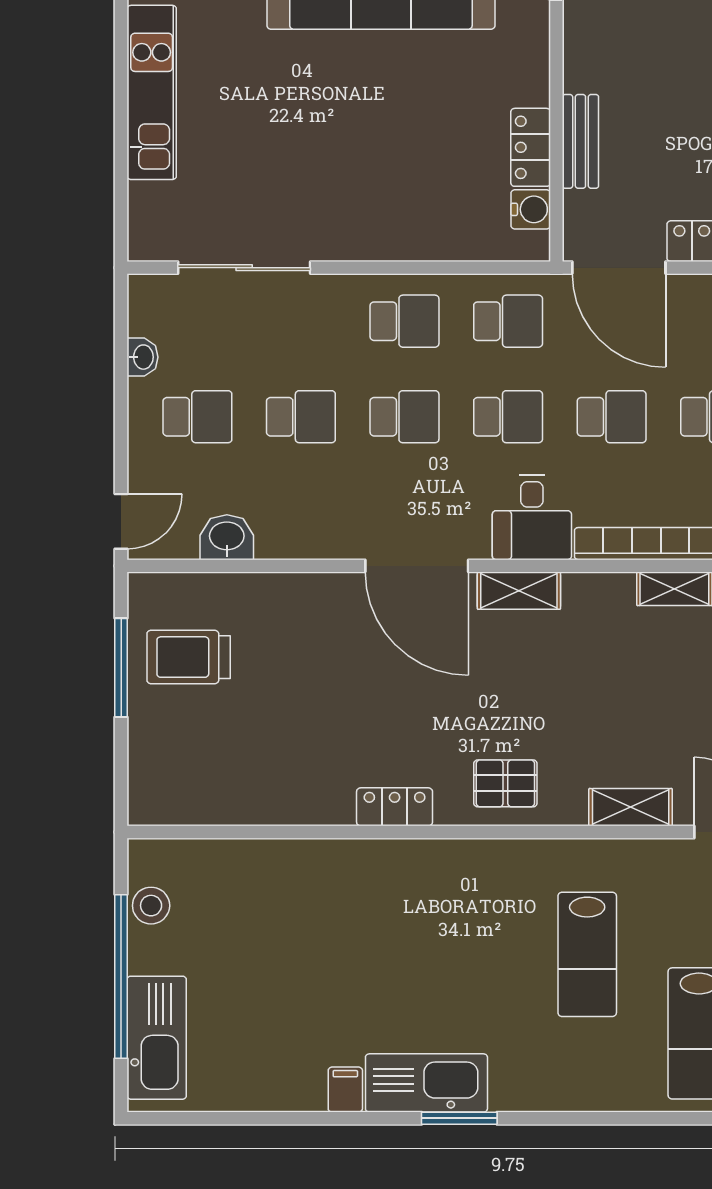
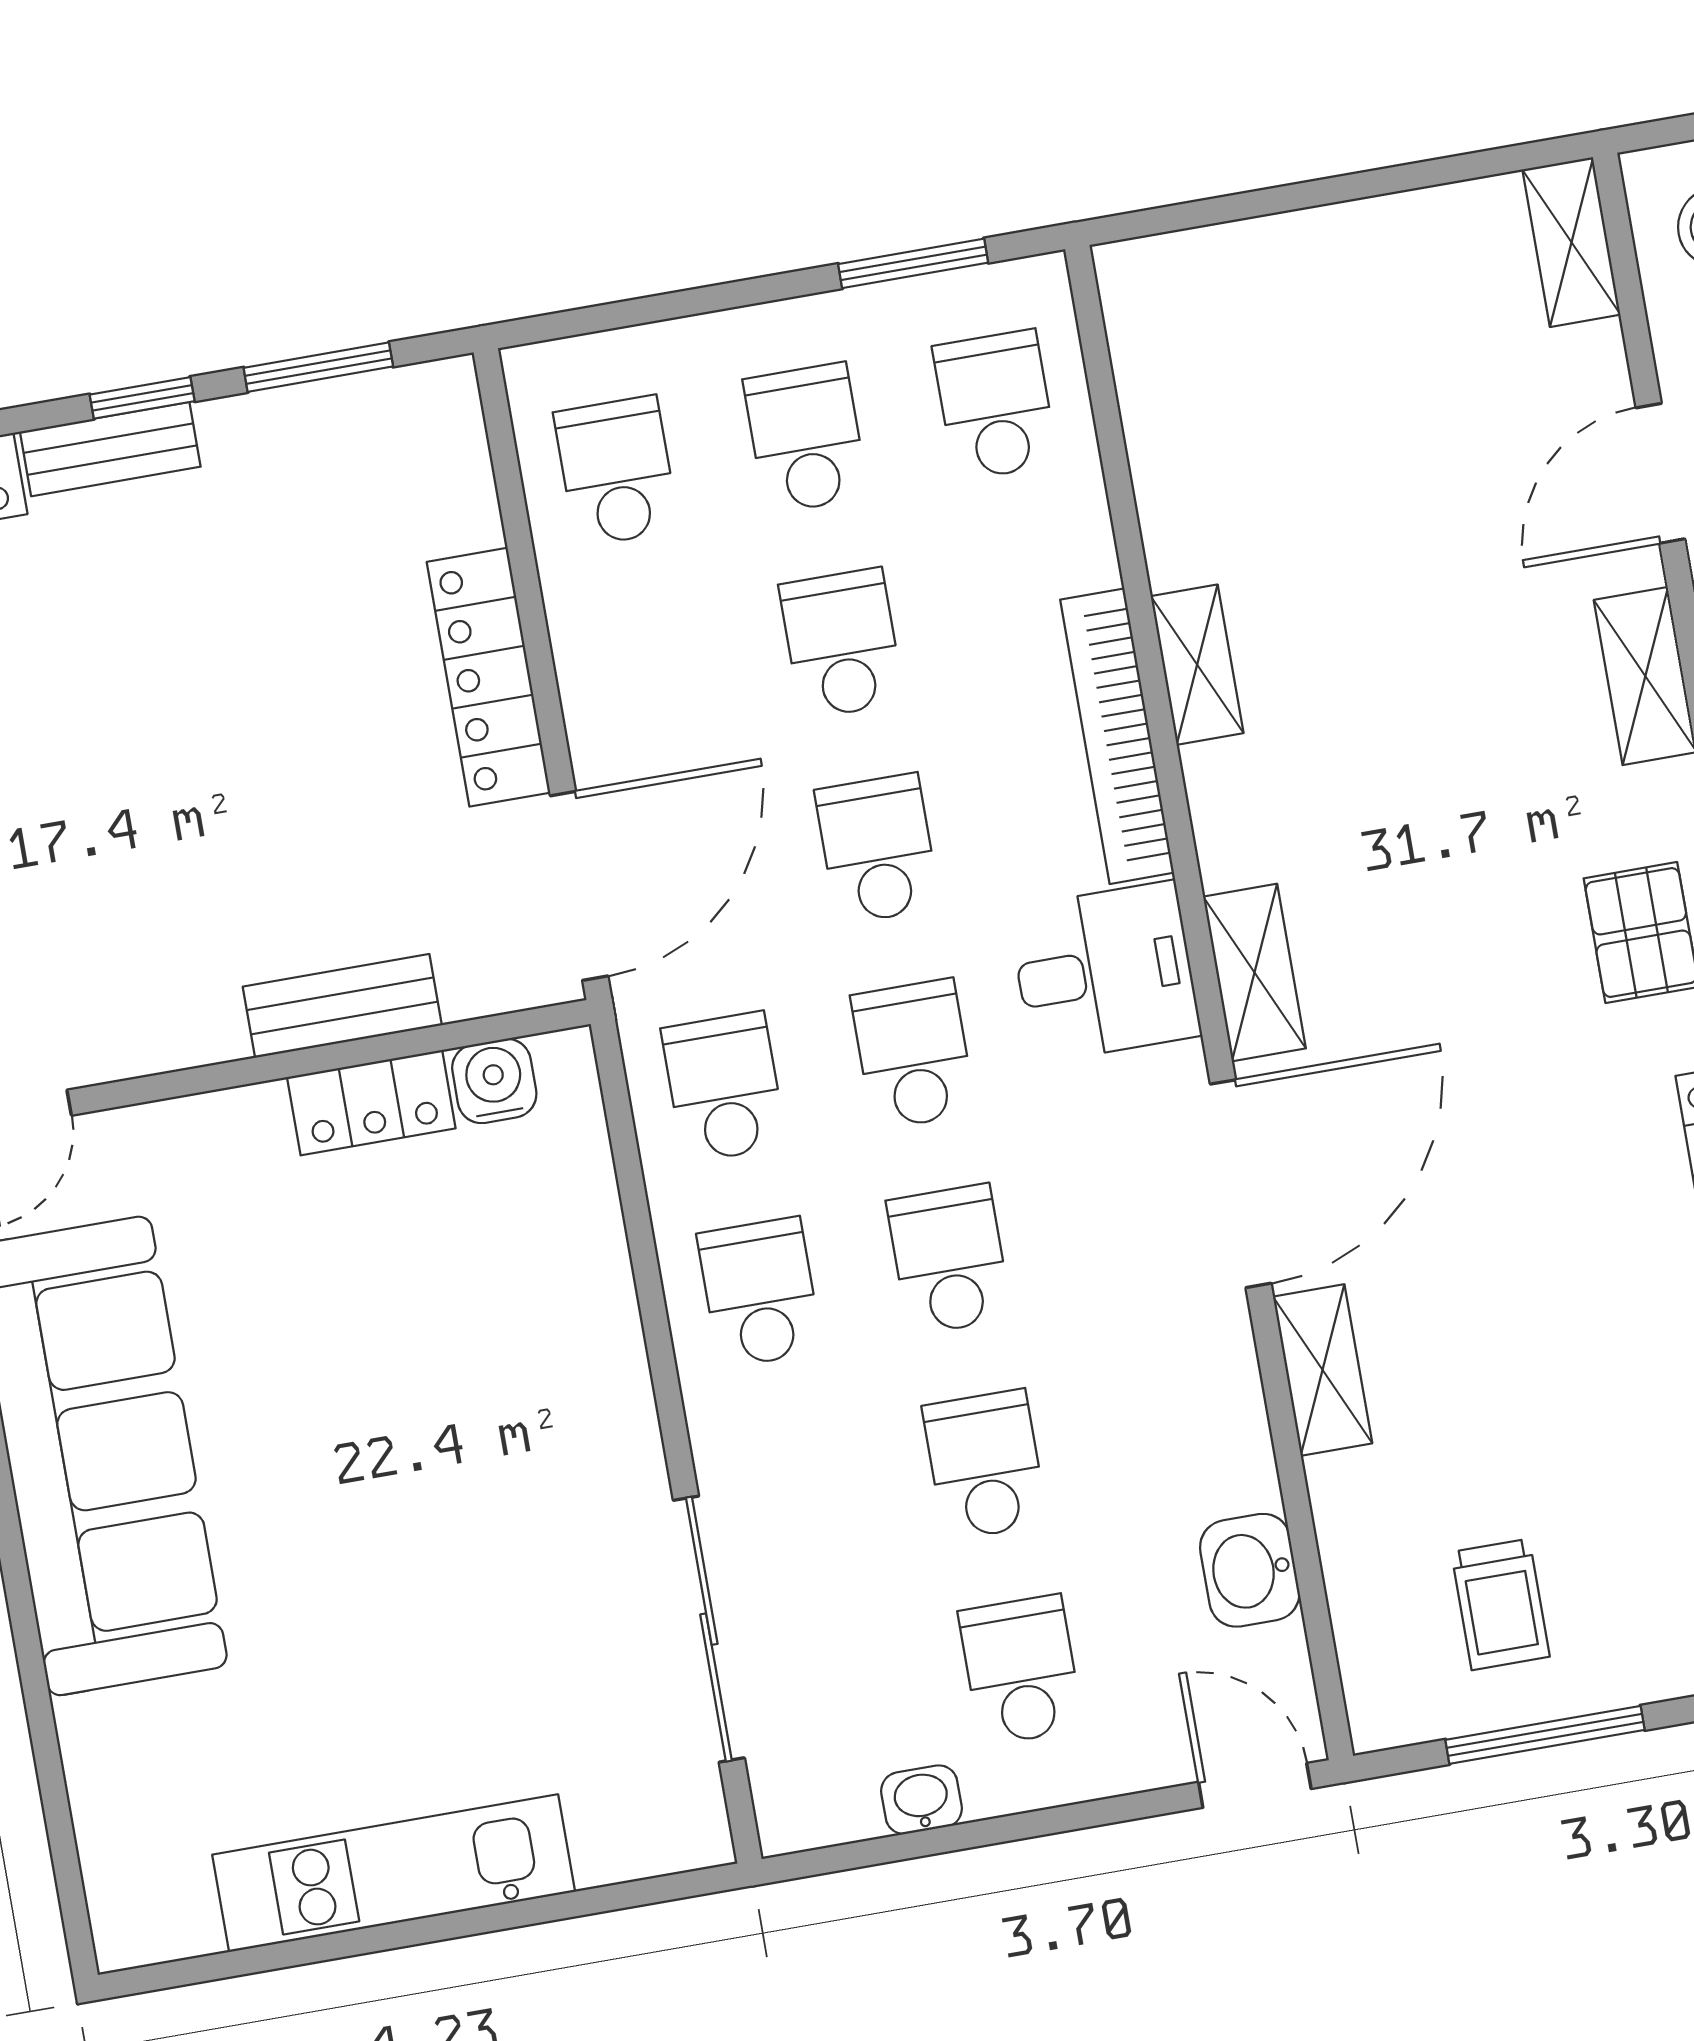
shelving: (319, 590) -> (1323, 1370), added
trolley: (189, 657) -> (1500, 1604), width x0.73, depth x0.72

